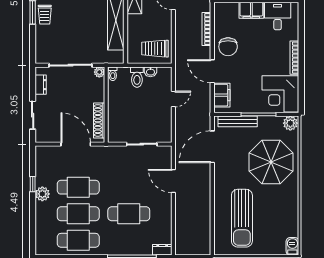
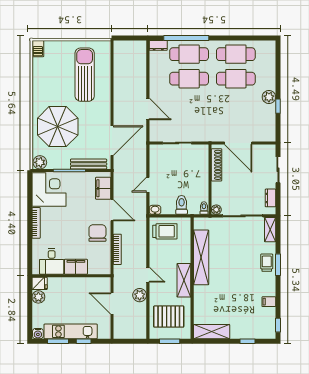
shelving: (41, 50) -> (270, 230), added
washbasin: (150, 72) -> (155, 210), moved
cafe table: (78, 187) -> (189, 54), moved

